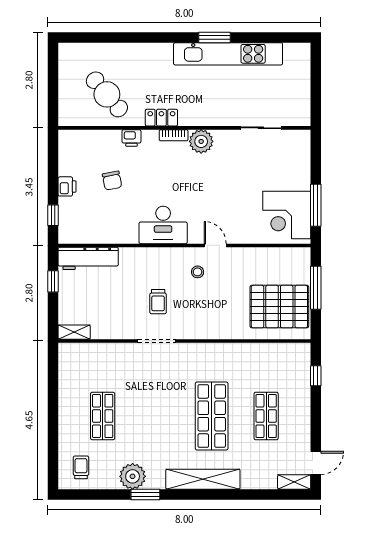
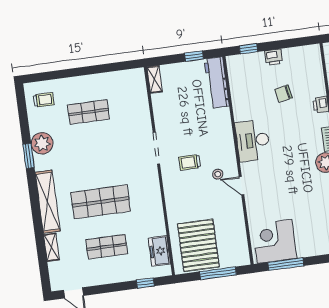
door: (215, 245) -> (242, 186), swing flipped
trolley: (158, 302) -> (190, 162), moved
freezer: (280, 354) -> (159, 251), added
shelving: (294, 482) -> (51, 247), moved

